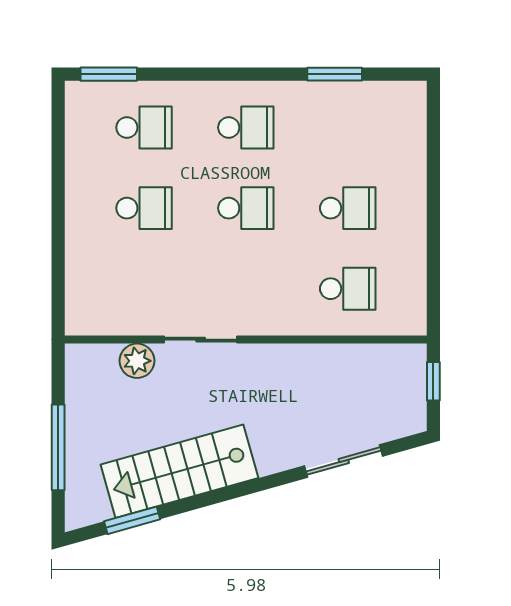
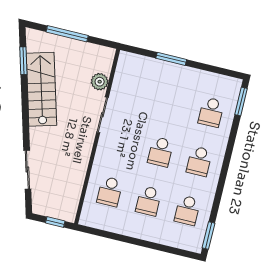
window: (335, 74) -> (209, 236), moved
school desk: (144, 208) -> (187, 210), moved
window: (58, 231) -> (171, 59), added

